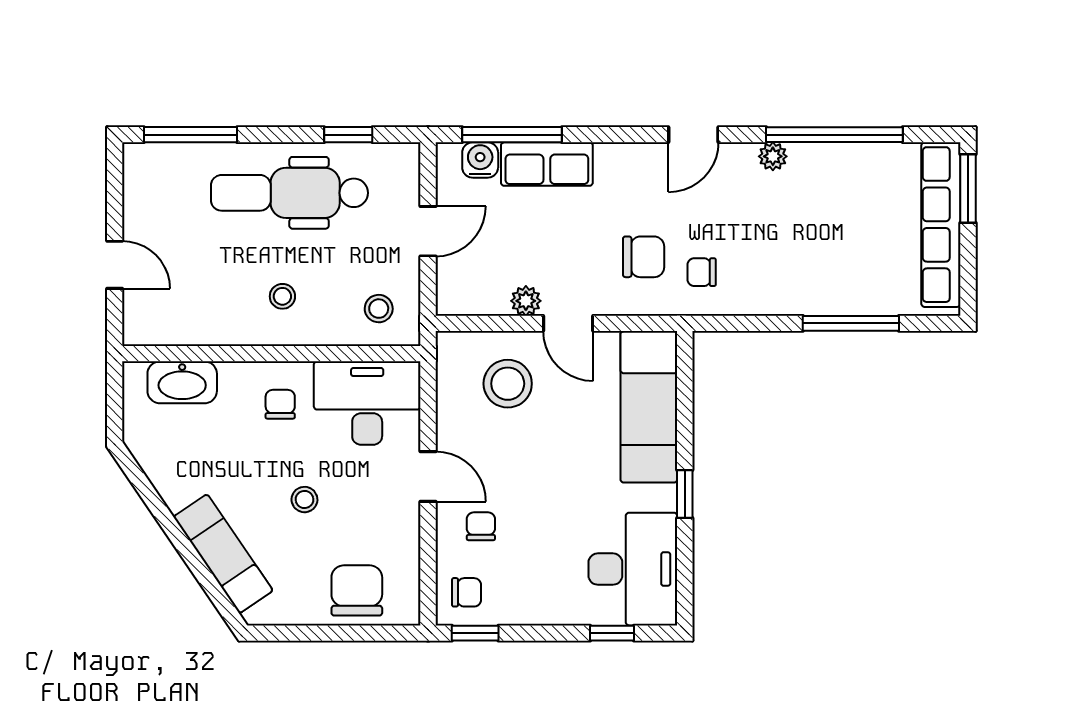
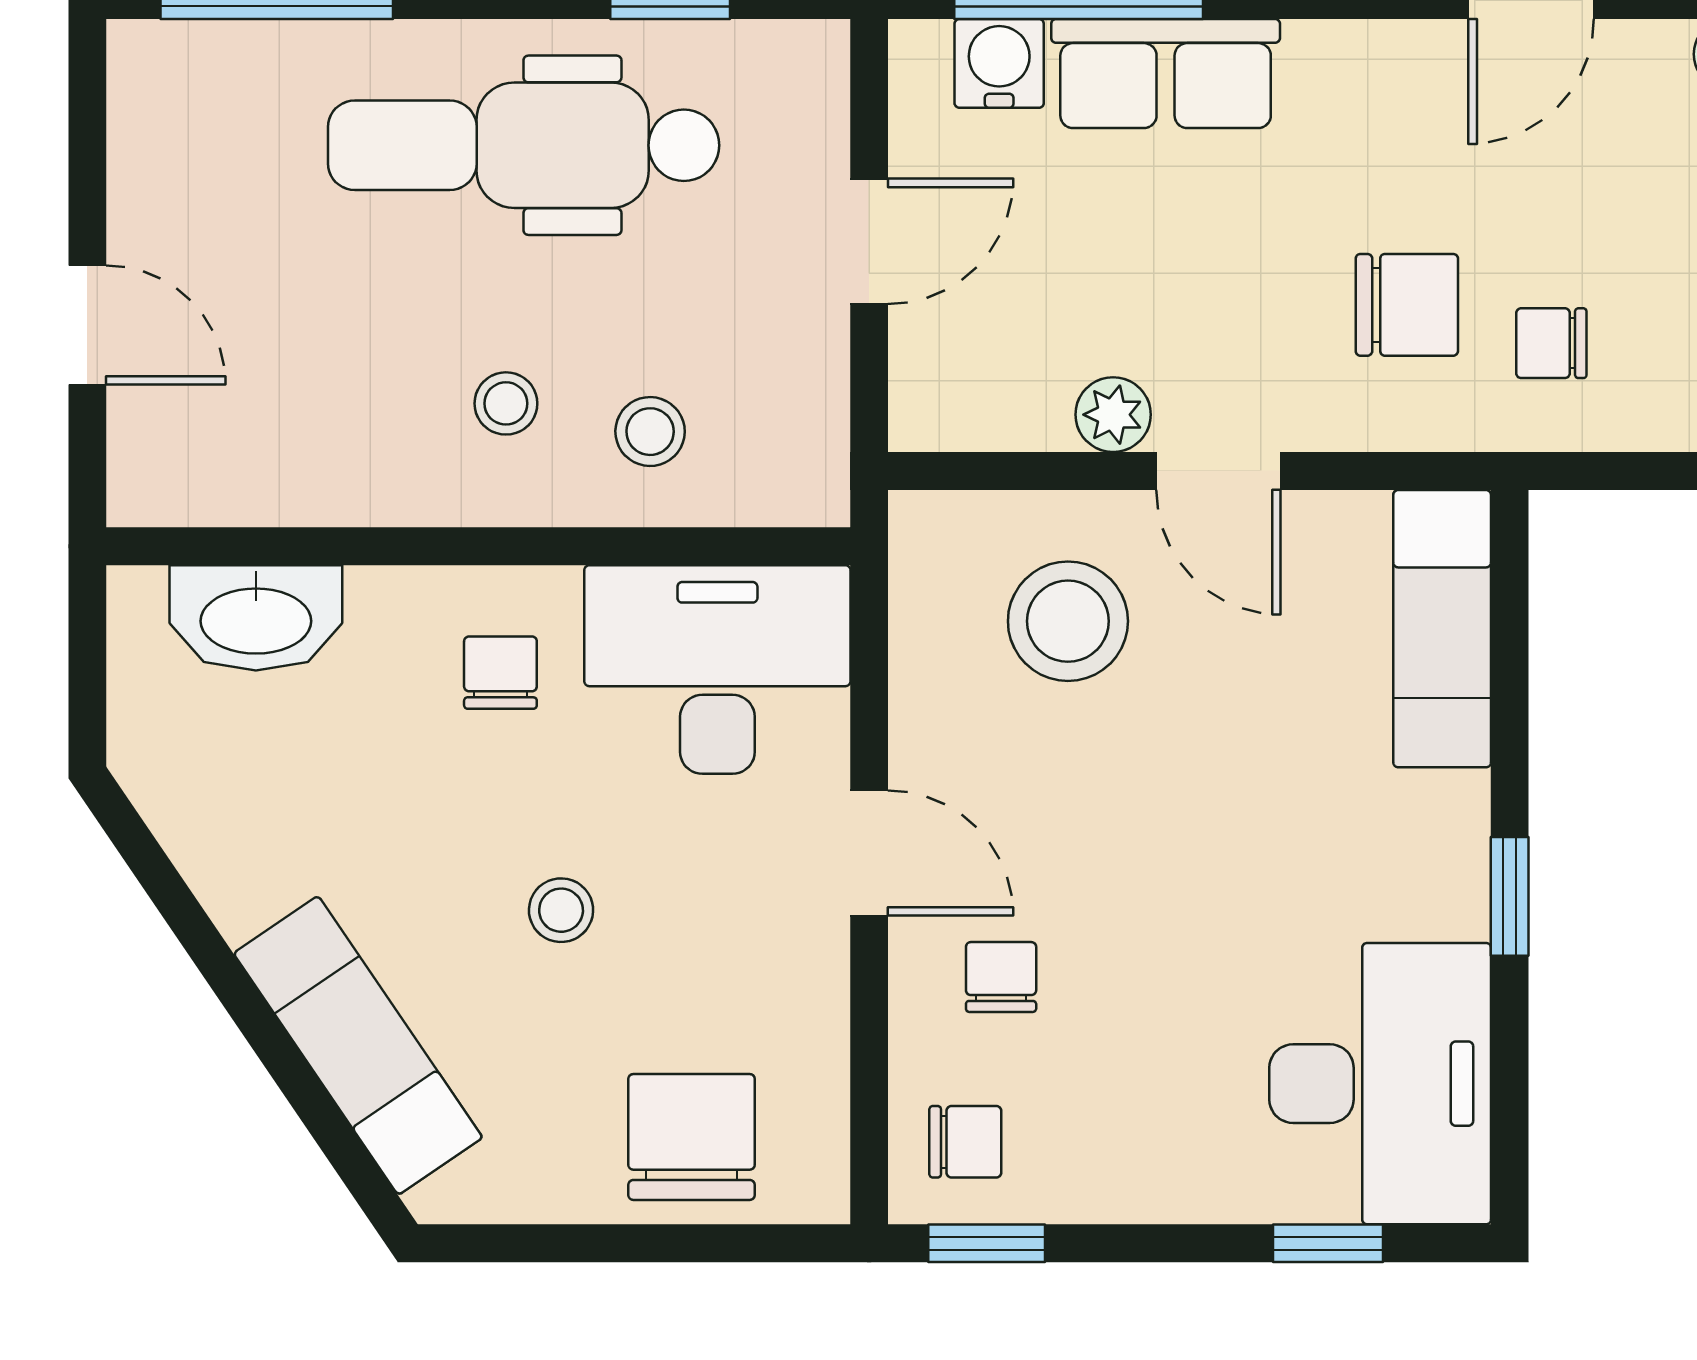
stool: (379, 309) -> (650, 432), moved
exam couch: (649, 407) -> (1442, 629), width x0.73, depth x0.69

